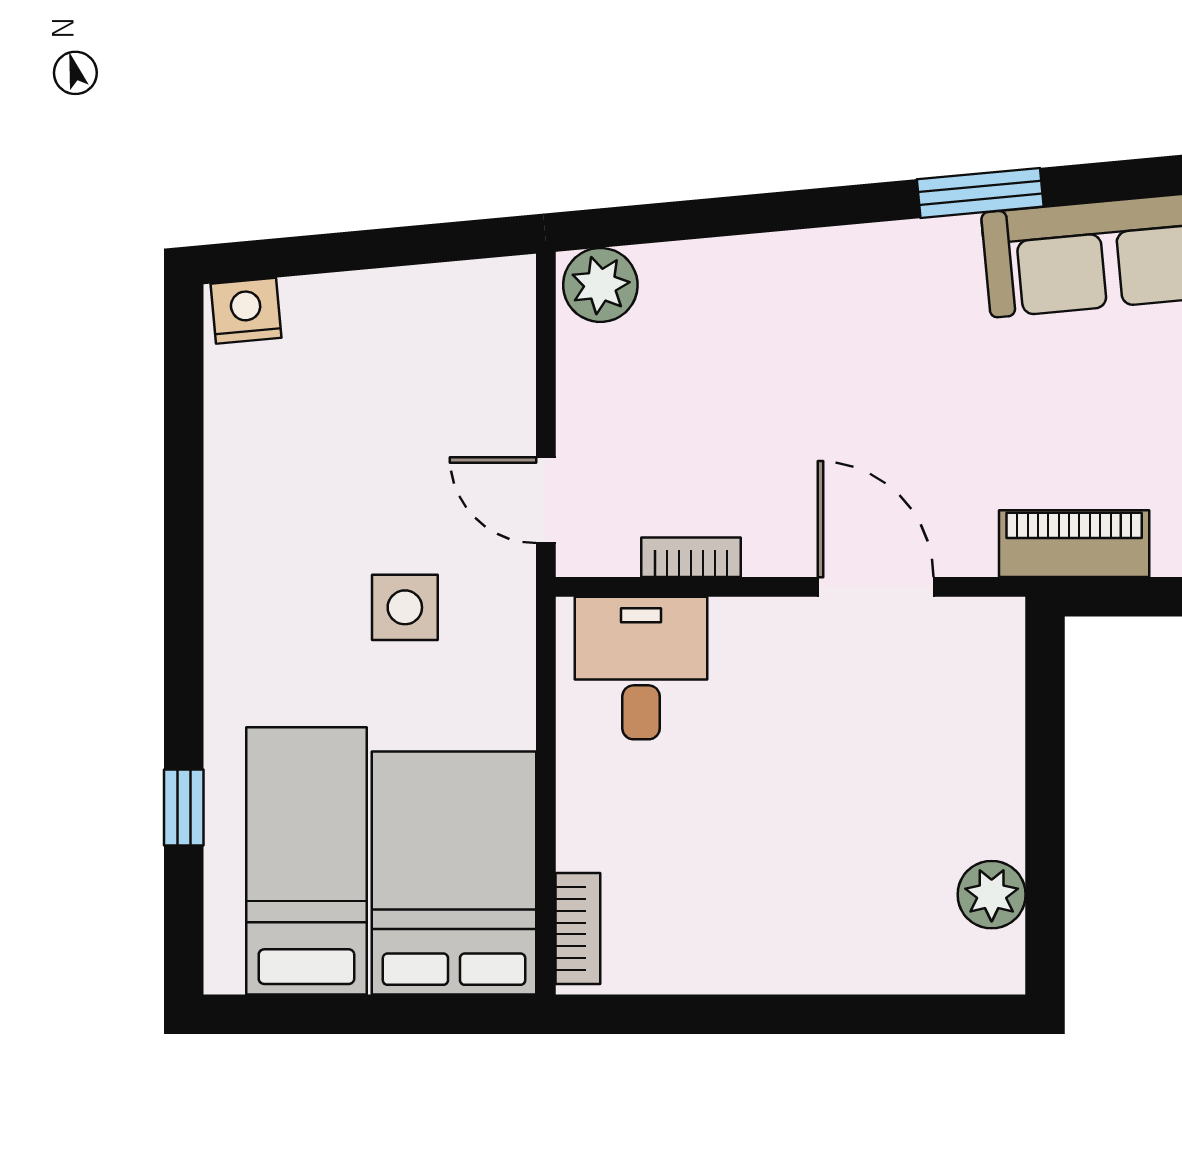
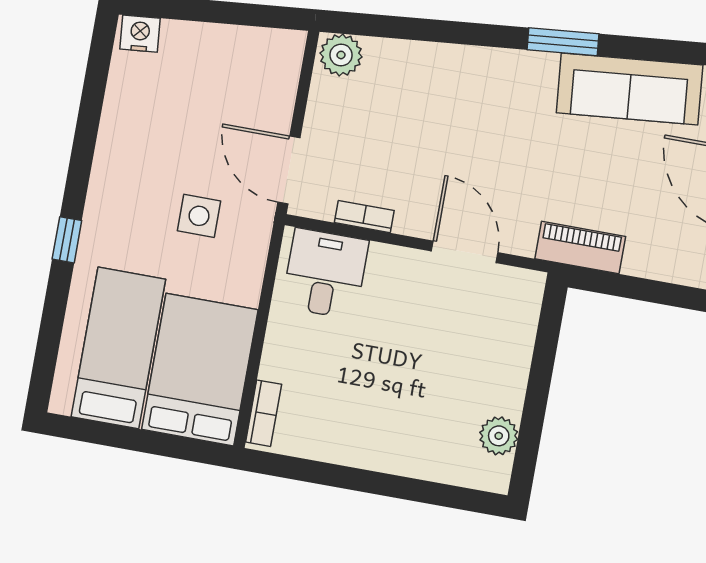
door: (546, 500) -> (289, 170), width x1.38
window: (184, 808) -> (67, 240), moved

